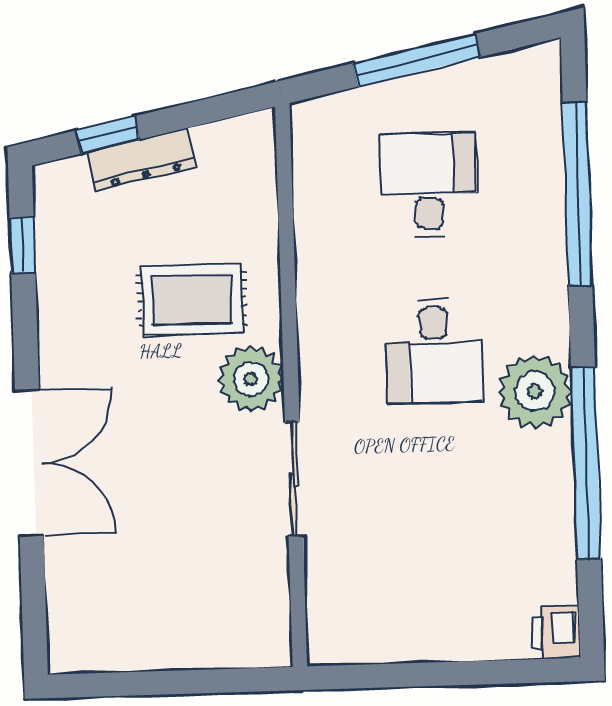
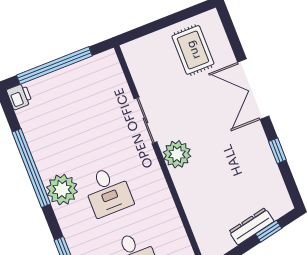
window: (22, 245) -> (277, 151), moved
rug: (192, 299) -> (193, 50), moved, turned 90
desk: (434, 351) -> (108, 191), turned 180
window: (453, 674) -> (54, 66), added

